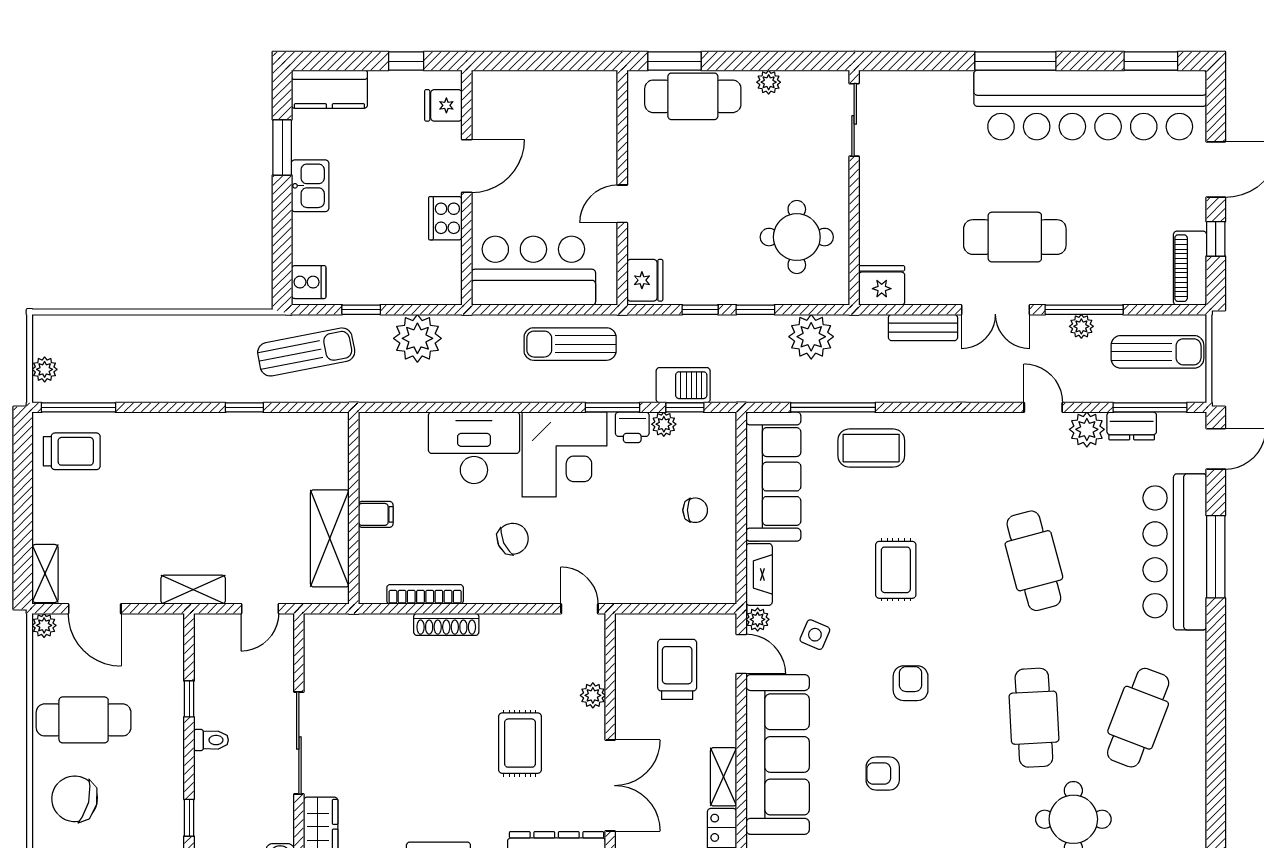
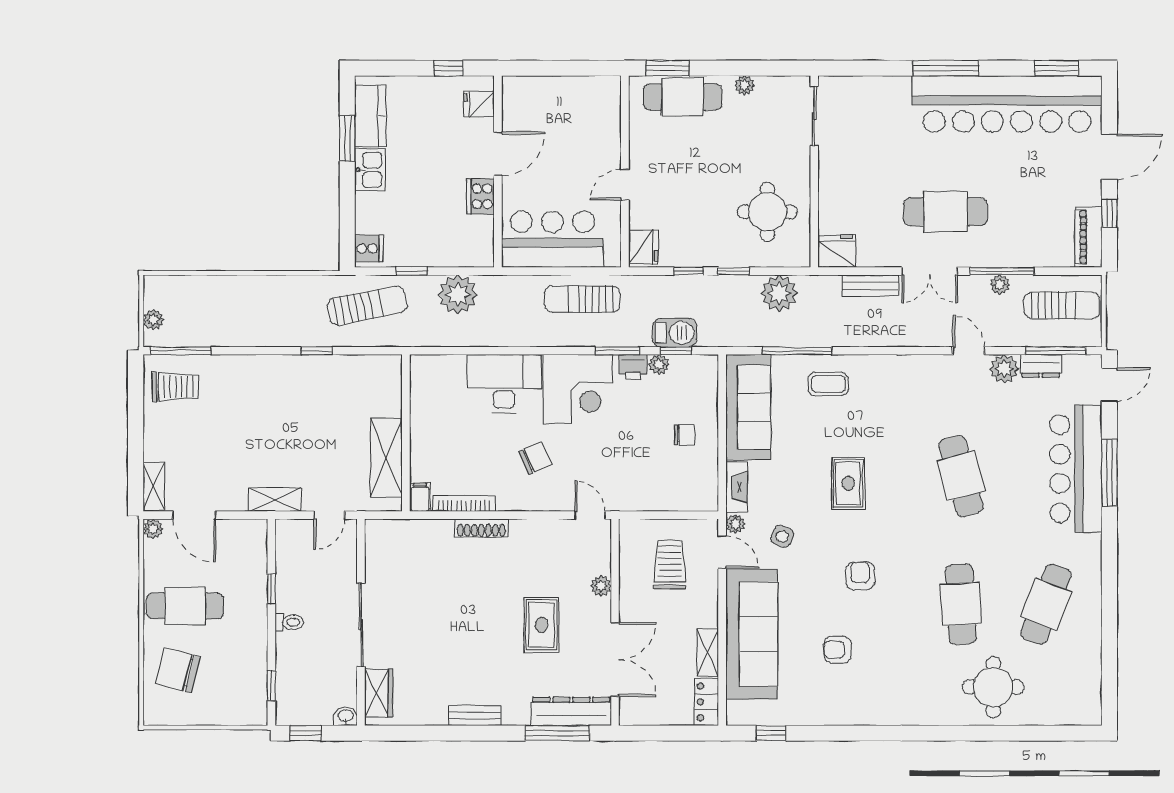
kitchen counter: (329, 89) -> (370, 116), moved, turned -90
coffee table: (871, 448) -> (828, 384), width x0.73, depth x0.77
filing cabinet: (376, 514) -> (420, 497), moved, turned -90

